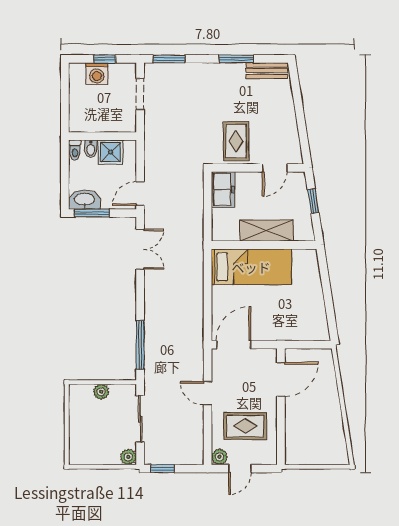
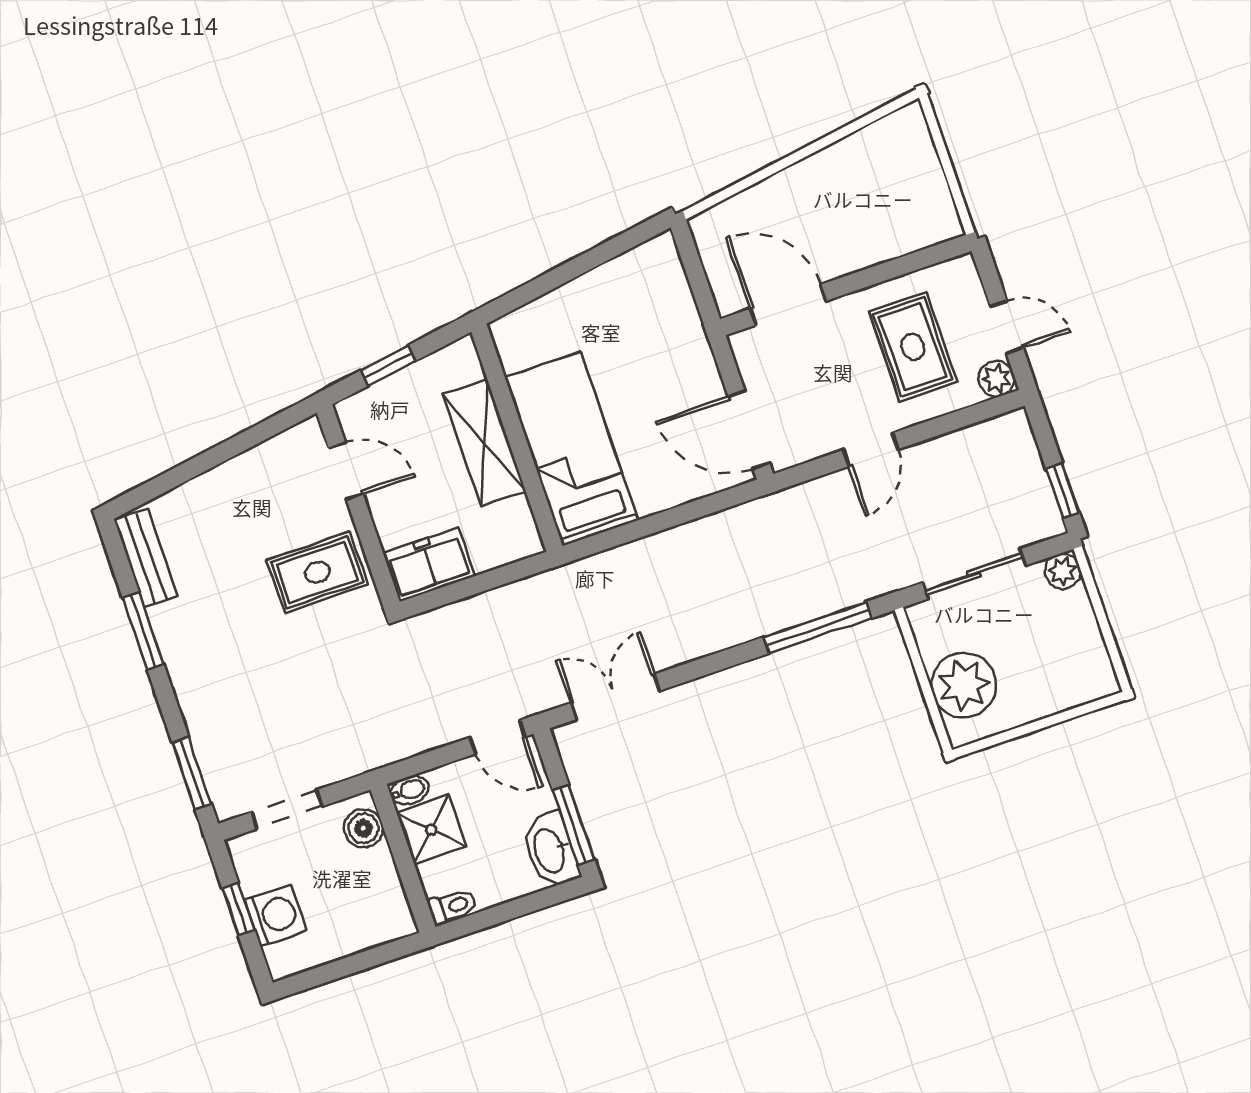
boiler: (121, 124) -> (363, 828), added
bidet: (91, 149) -> (409, 790), moved
plant: (101, 392) -> (964, 685), width x1.88, depth x1.88

